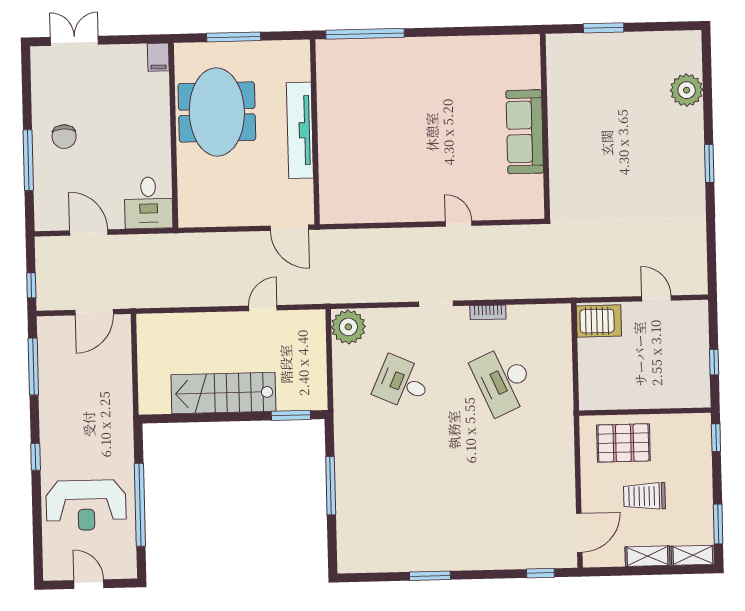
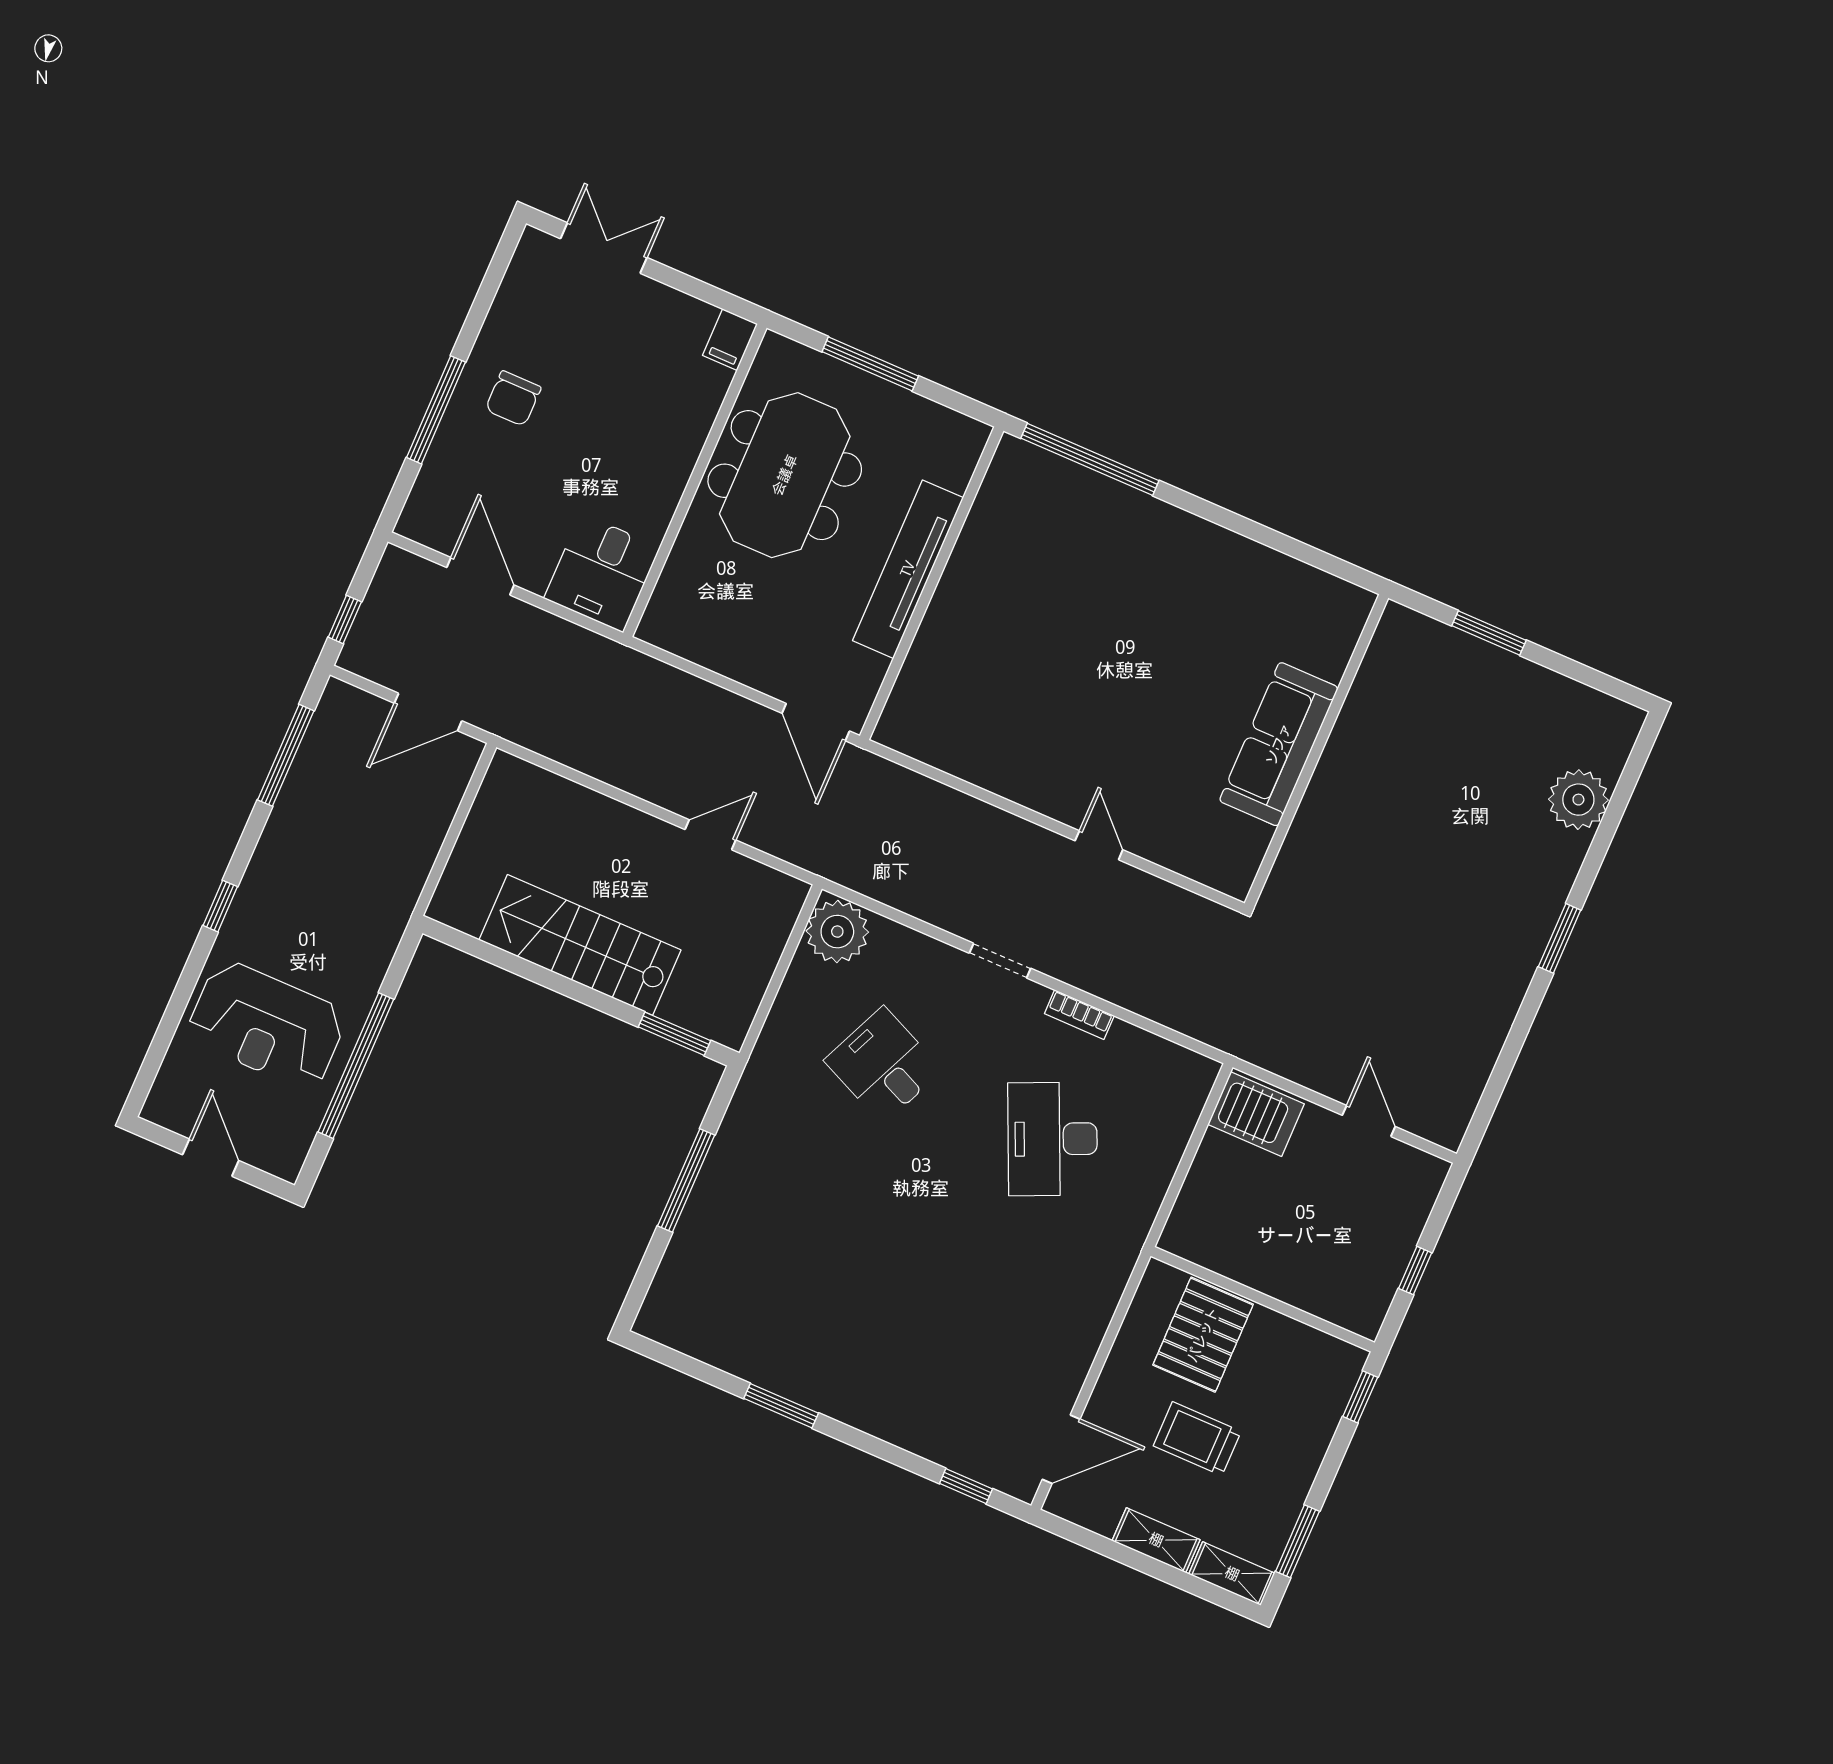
pallet: (623, 443) -> (1203, 1335), turned 90

